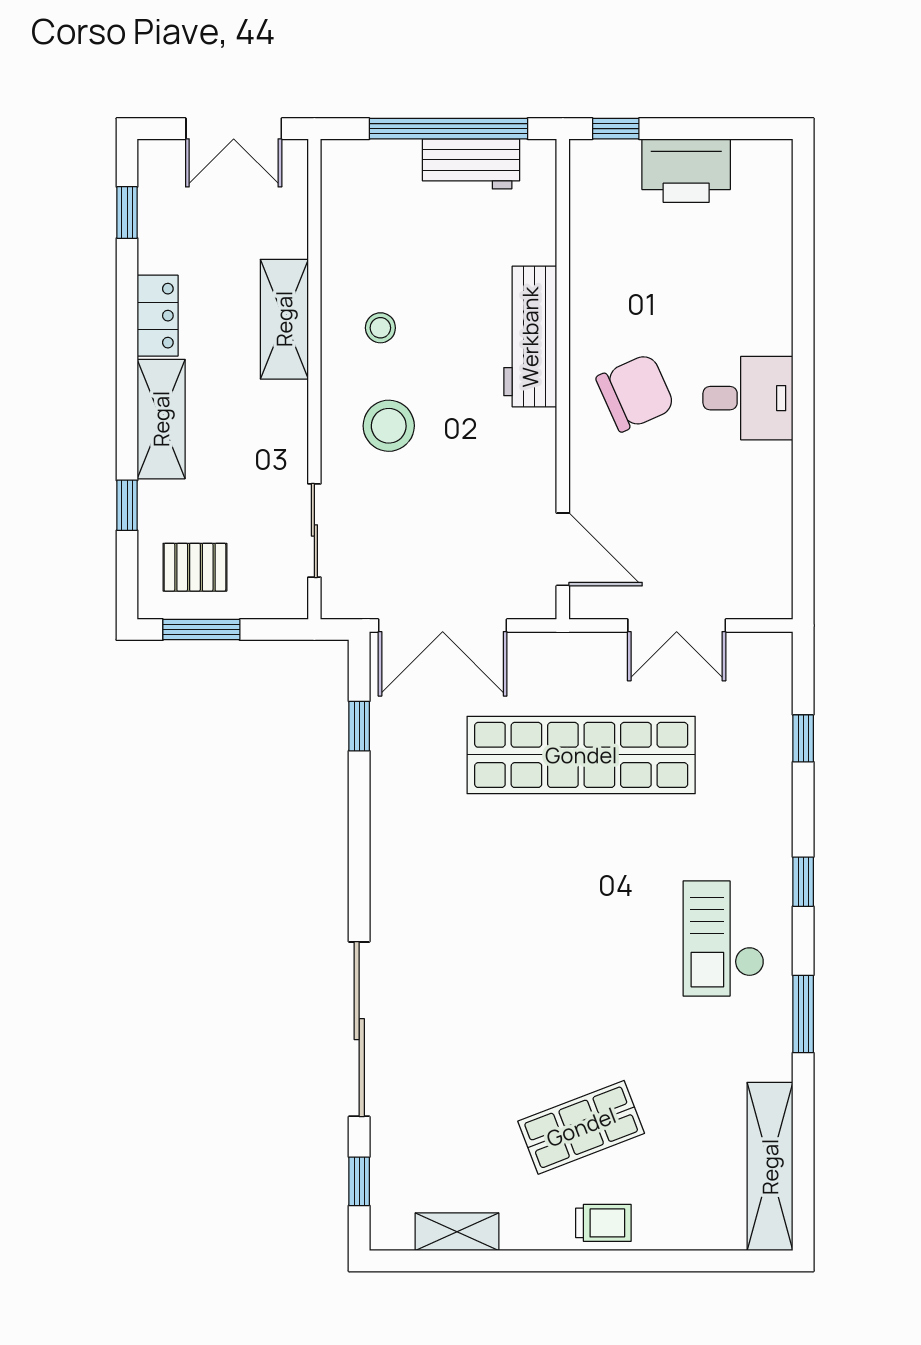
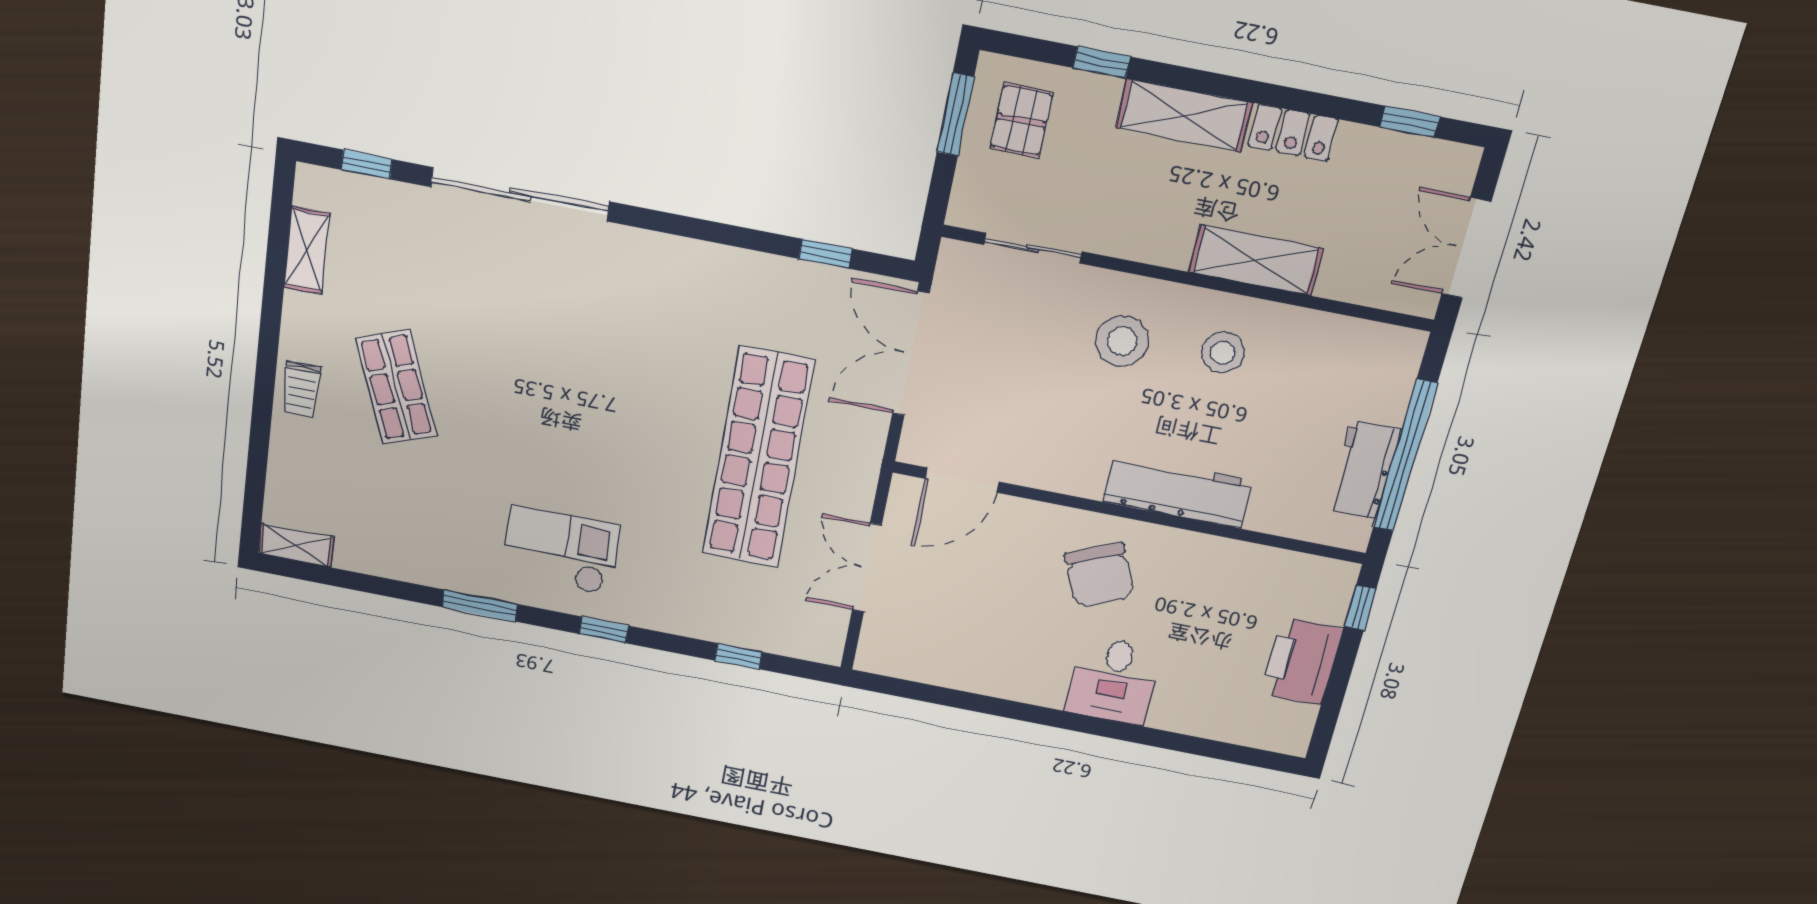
stool: (380, 328) -> (1223, 352), width x1.37, depth x1.37
desk: (748, 398) -> (1113, 681), moved
shelving: (770, 1167) -> (296, 545), width x0.45, depth x0.75

